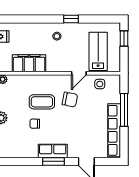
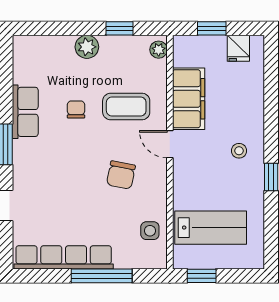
window: (124, 39) -> (202, 276), moved
door: (79, 73) -> (170, 144), moved
coffee table: (42, 102) -> (126, 106), moved, turned 90
row of seats: (53, 151) -> (25, 112), moved

